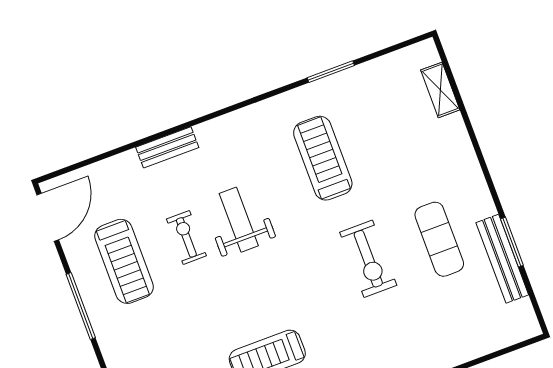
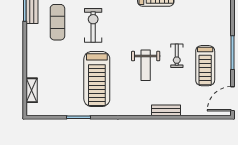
treadmill: (323, 158) -> (97, 79), width x1.37, depth x1.38
exercise bike: (186, 237) -> (177, 56), moved
treadmill: (124, 261) -> (205, 66), turned 180

